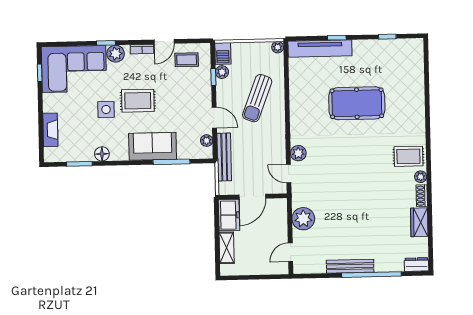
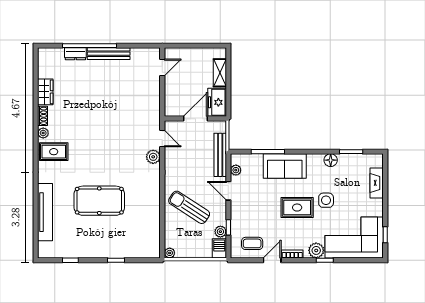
tv unit: (320, 49) -> (45, 212), moved, turned 90
sun lounger: (257, 98) -> (189, 207), turned -78
plant: (303, 219) -> (150, 97), removed
dresser: (417, 265) -> (75, 54), moved

